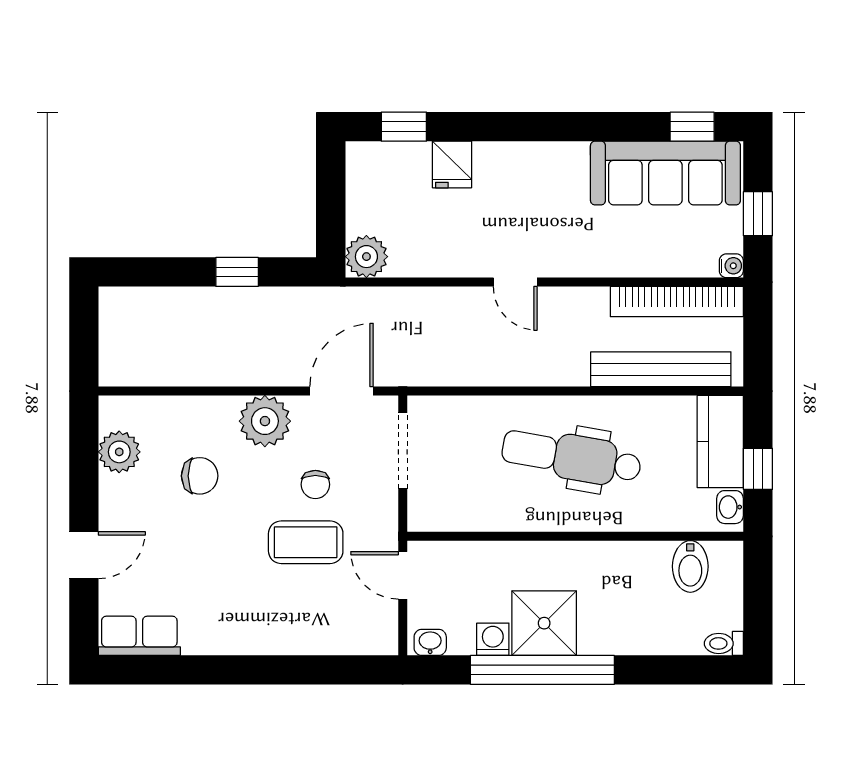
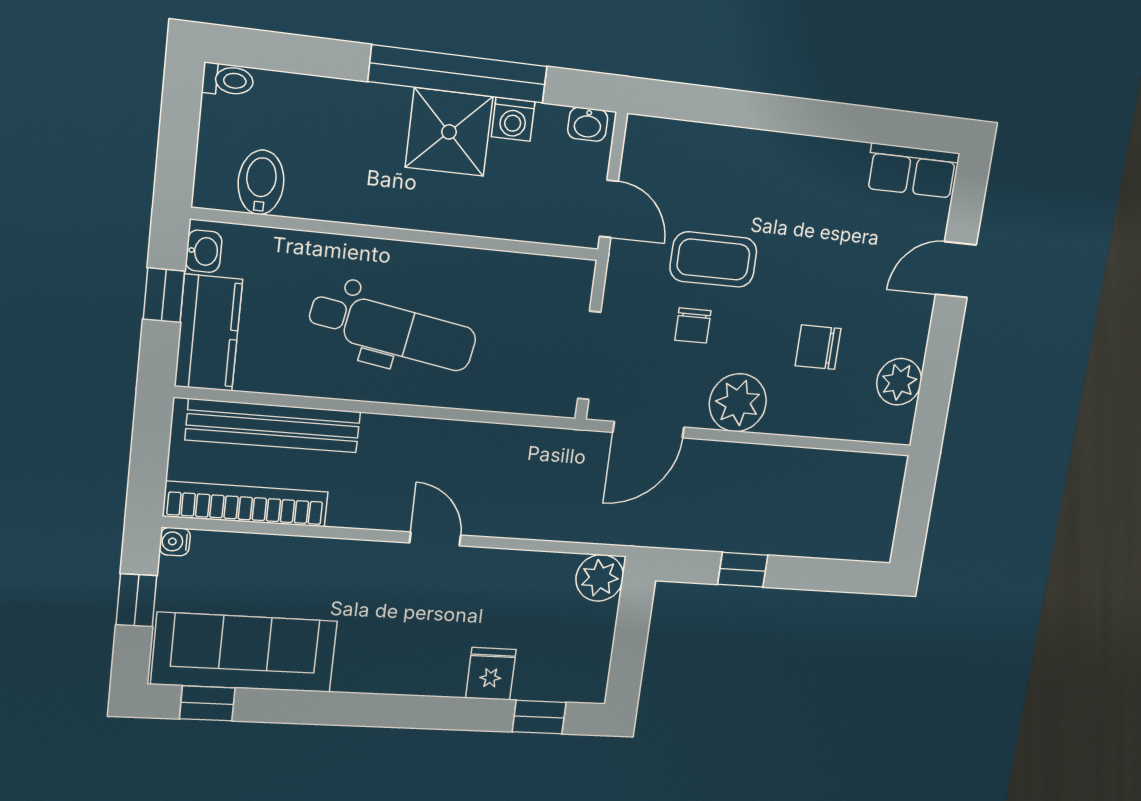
chair: (315, 484) -> (693, 325), turned 180

